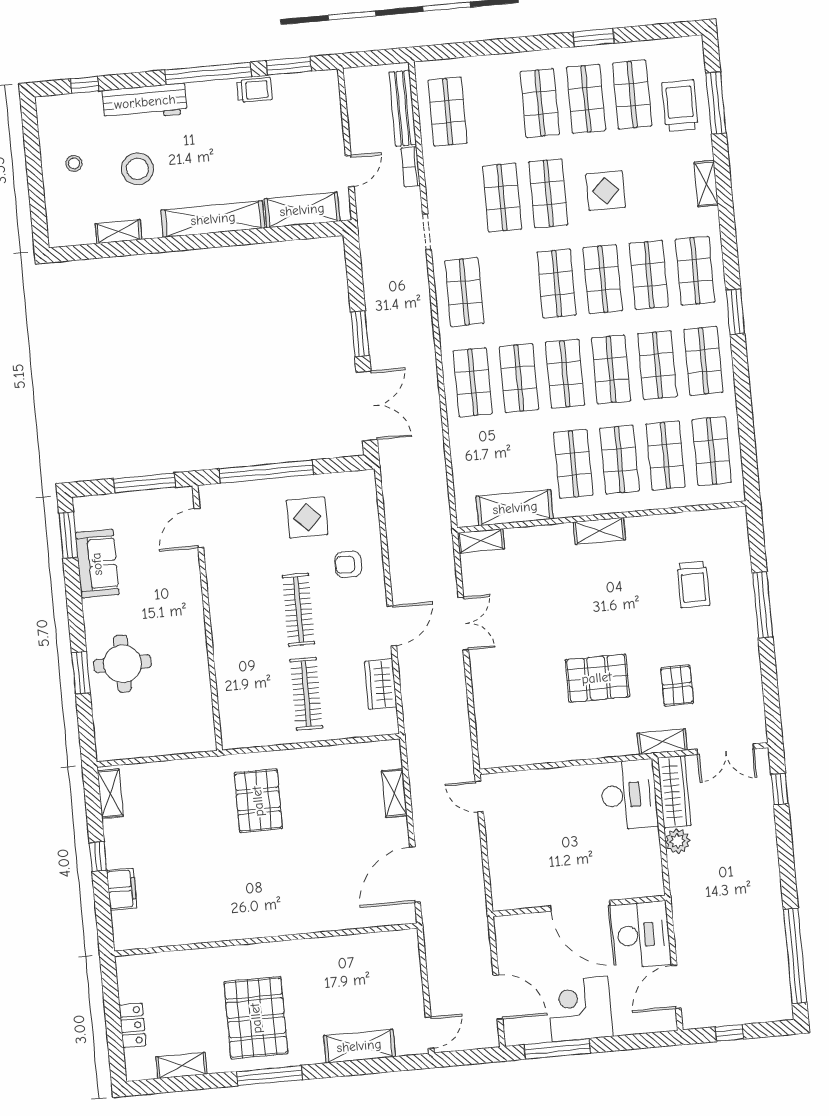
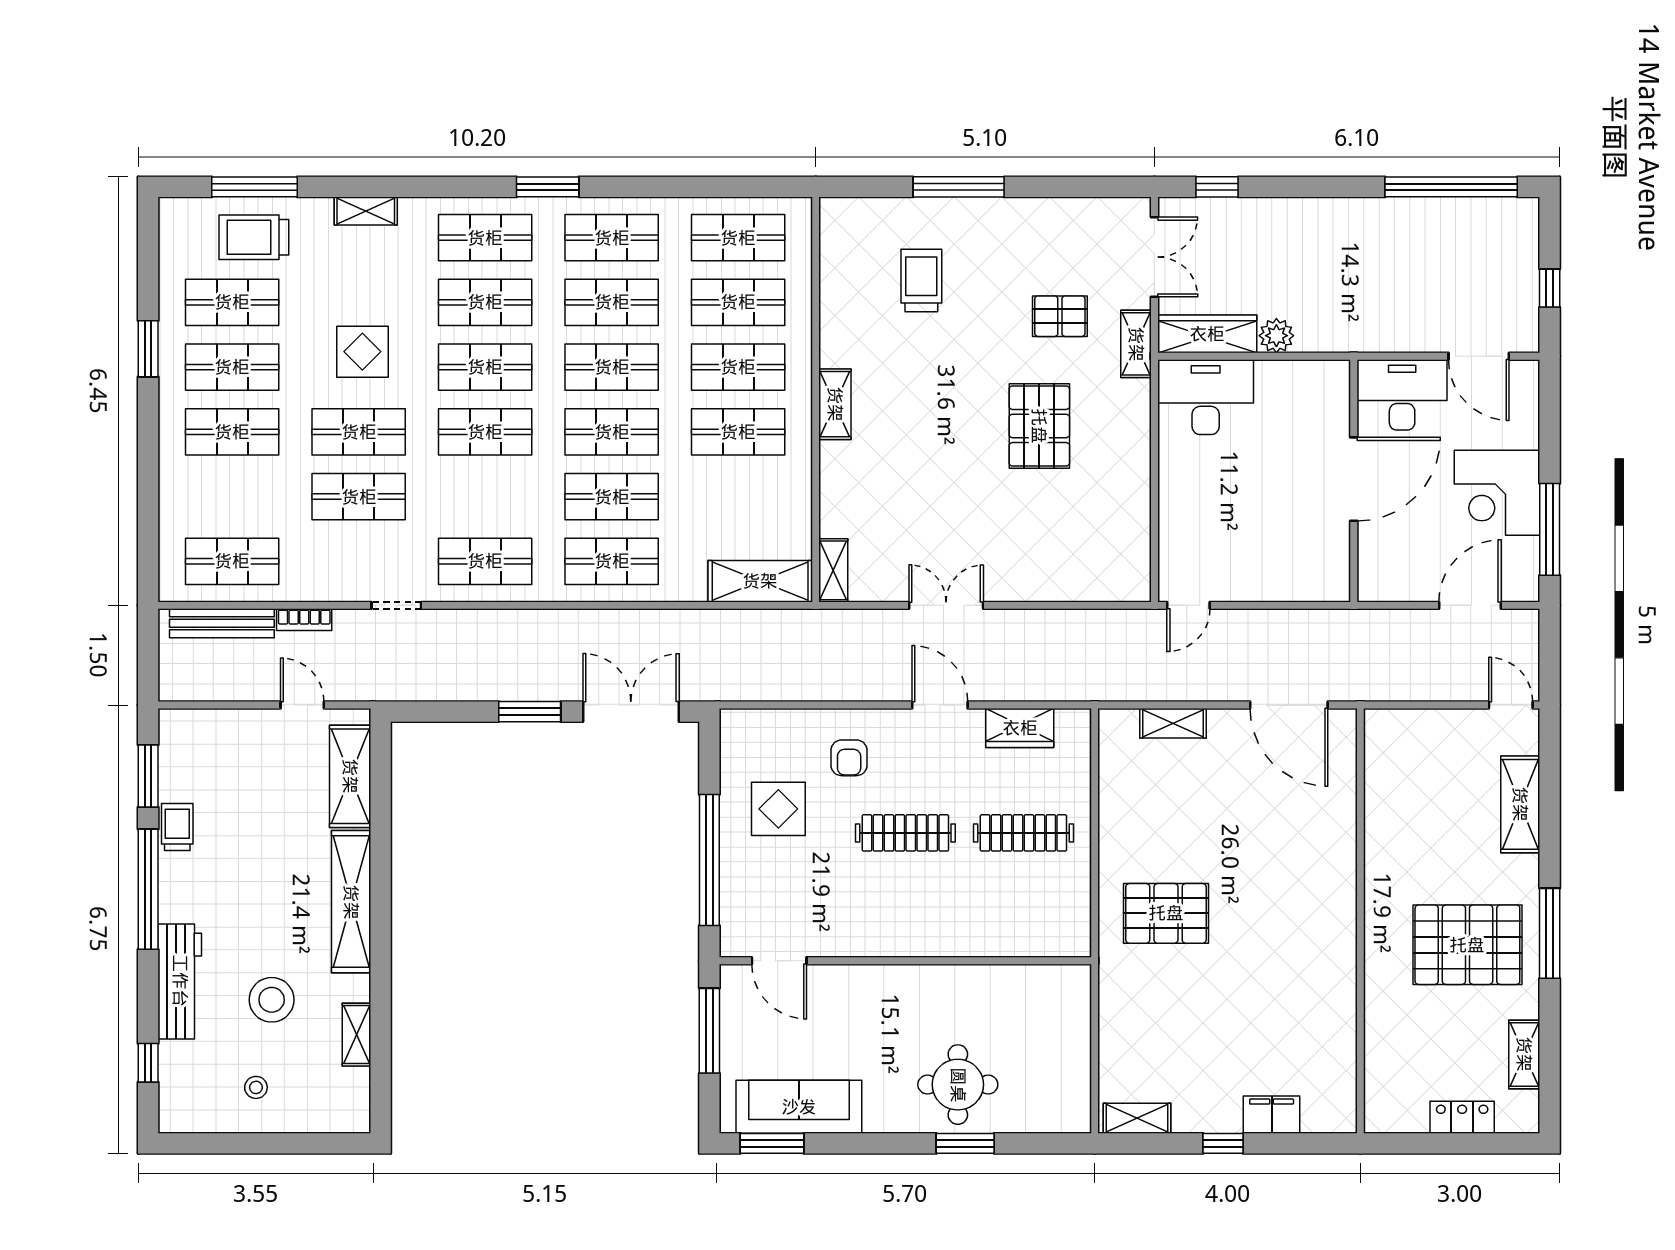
shelving: (515, 508) -> (760, 581), moved, turned 90
sofa: (97, 564) -> (799, 1107), width x1.36
trolley: (693, 584) -> (921, 281), turned -90

